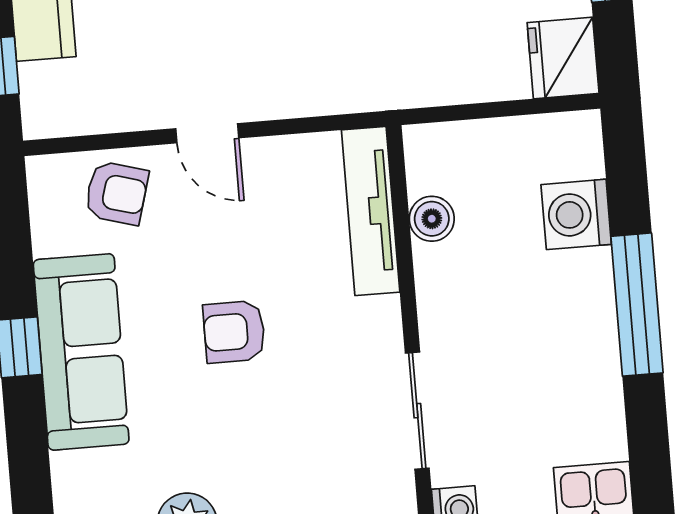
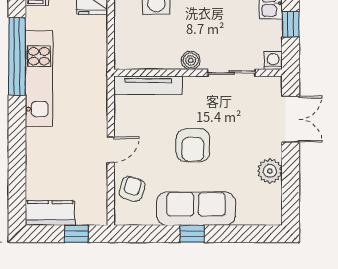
boiler: (432, 219) -> (191, 60), moved
armchair: (234, 332) -> (193, 145), width x1.38, depth x1.38

